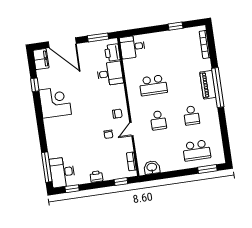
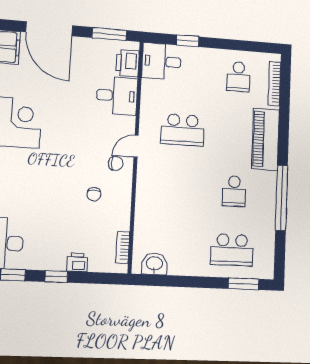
window: (176, 26) -> (188, 41), moved
piano: (208, 85) -> (265, 139), width x1.37, depth x1.33
window: (218, 88) -> (282, 198), moved
school desk: (158, 120) -> (238, 77), moved
door: (131, 129) -> (136, 146), moved
printer: (96, 177) -> (77, 262), moved
window: (121, 182) -> (56, 276), moved

